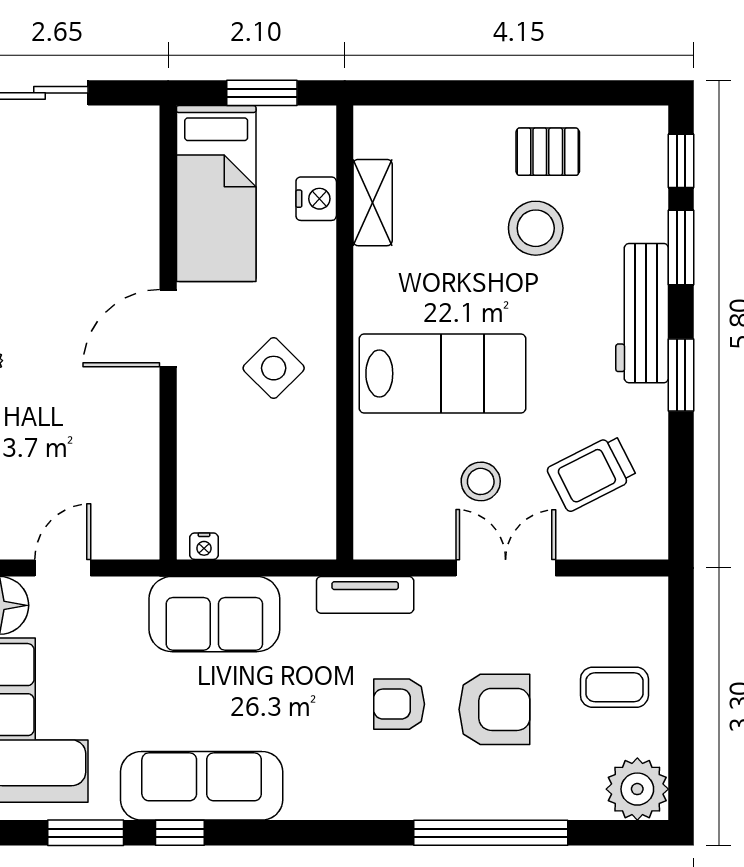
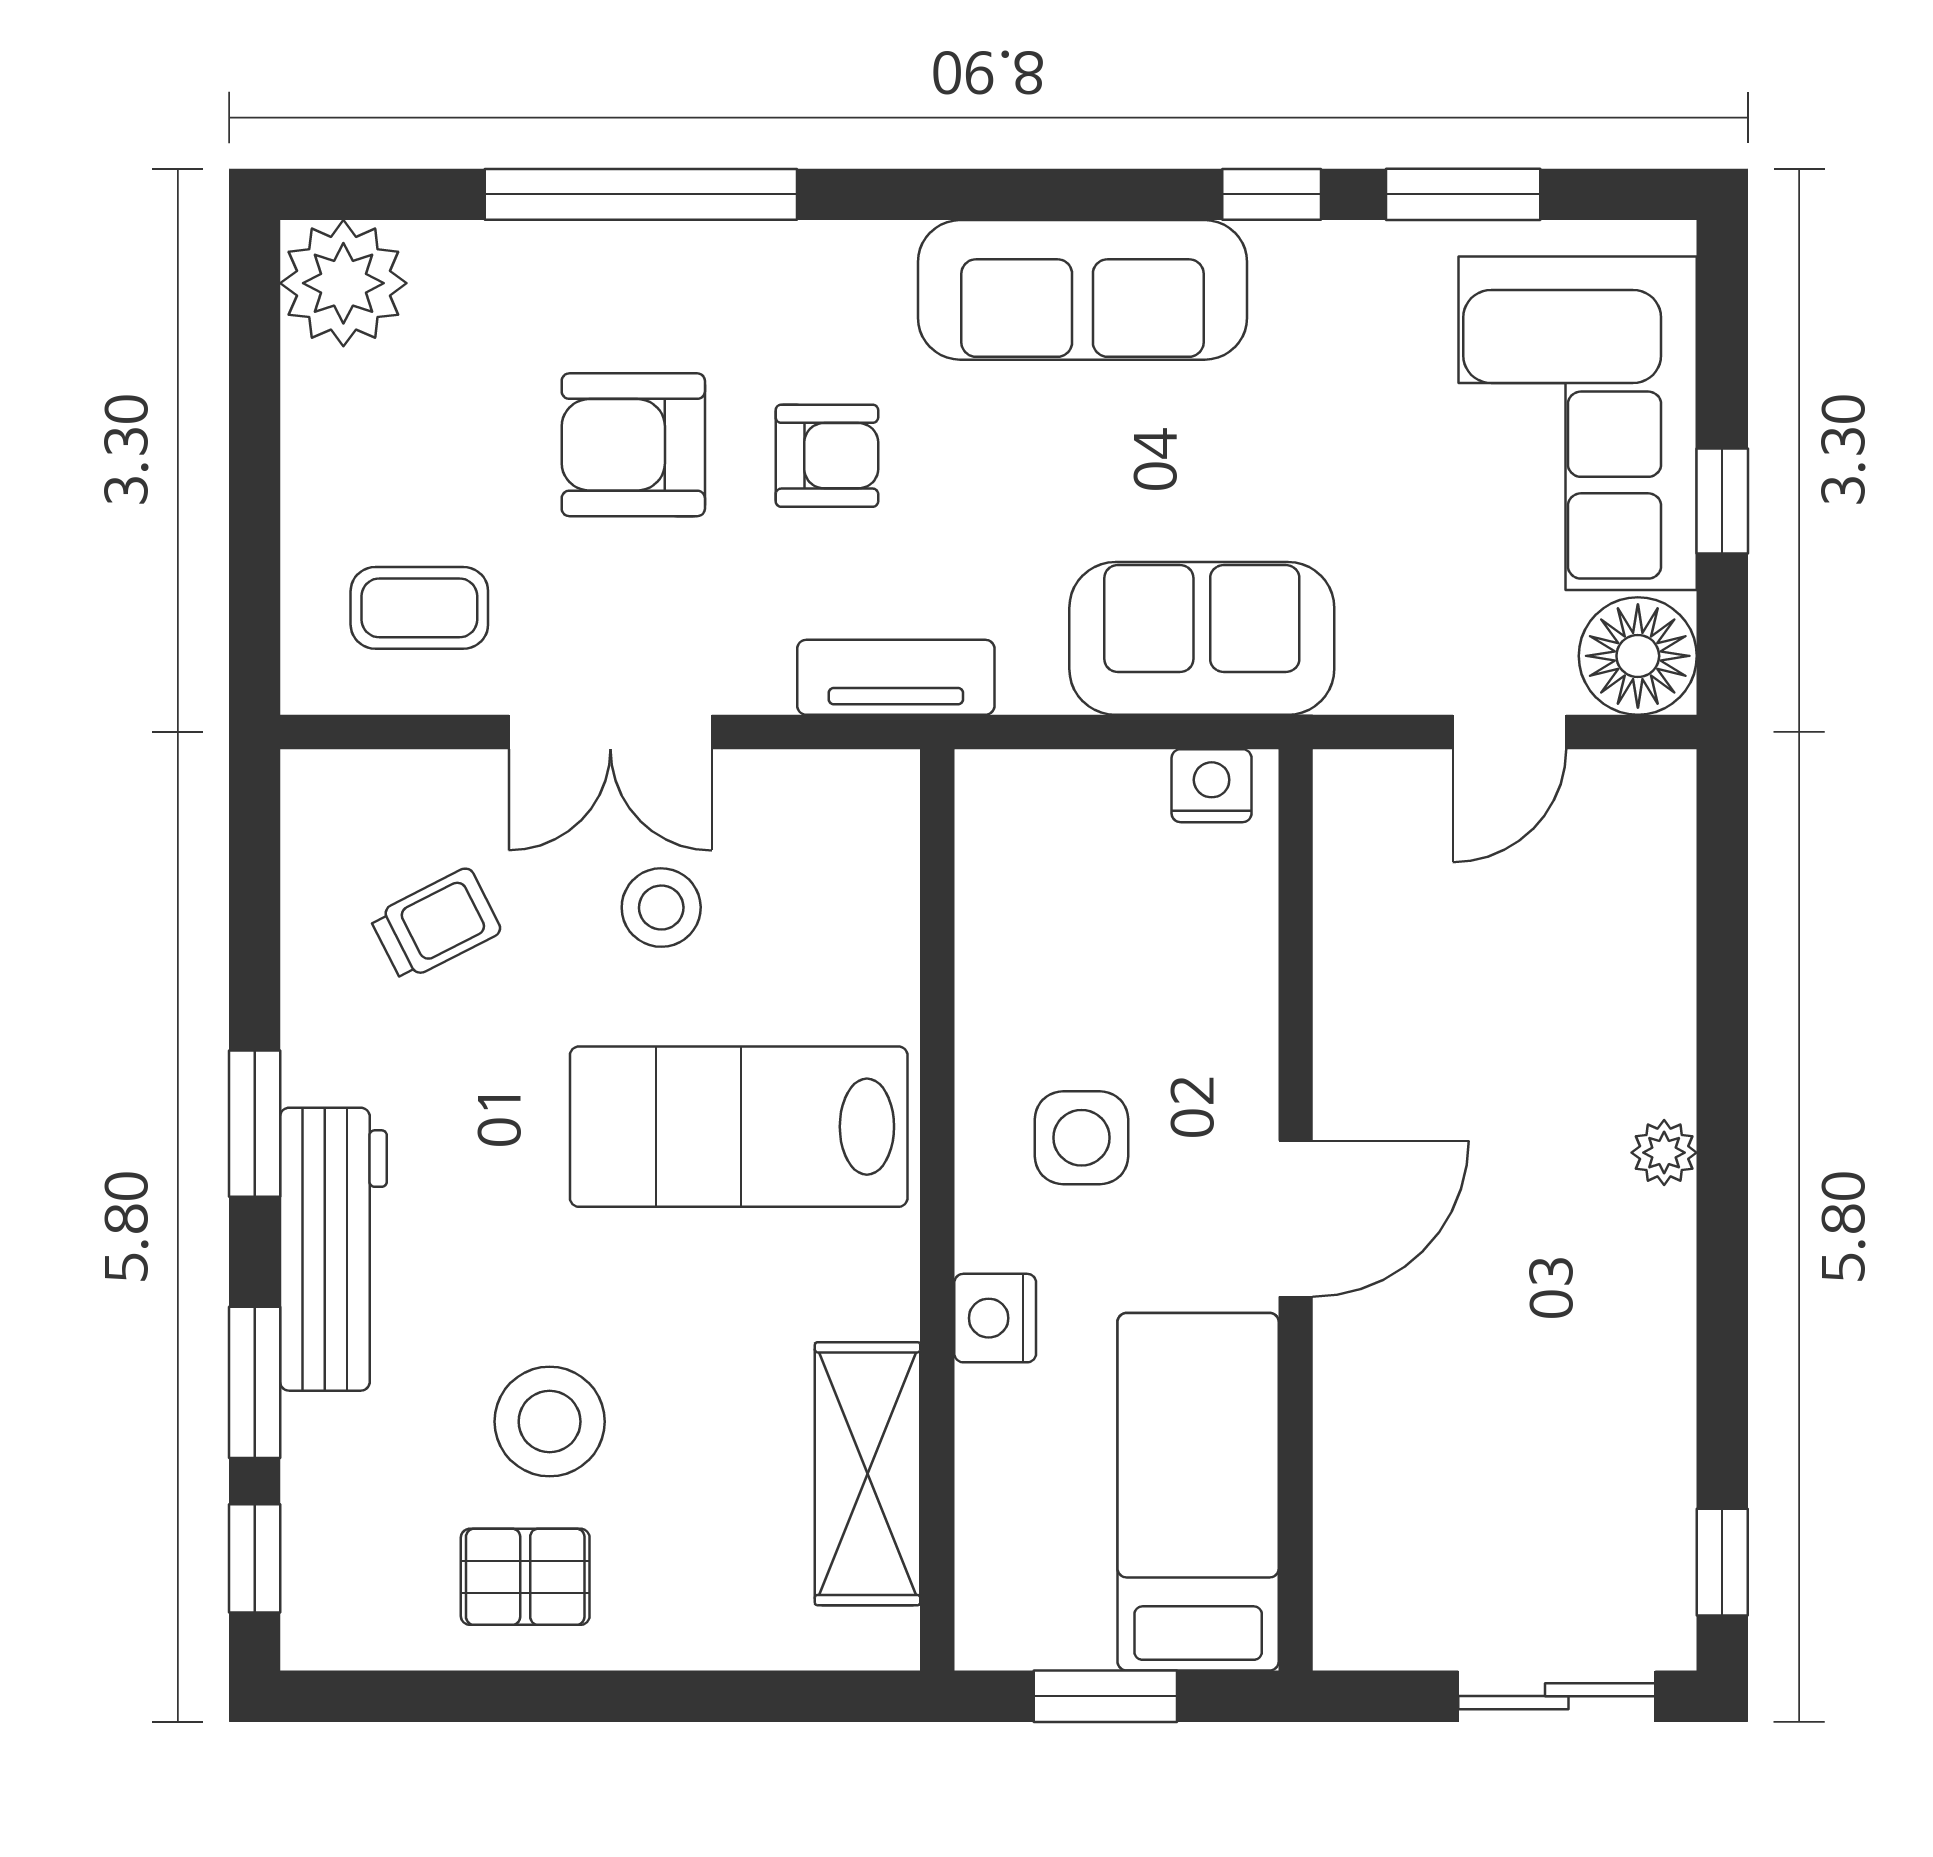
nightstand: (316, 199) -> (995, 1318), moved
shelving: (373, 203) -> (868, 1474), width x1.50, depth x1.33
side table: (274, 368) -> (1081, 1138), turned 45
trolley: (592, 473) -> (436, 924), width x0.73, depth x0.72
nightstand: (204, 546) -> (1212, 786), width x1.39, depth x1.35
coffee table: (614, 687) -> (419, 608), moved
sofa: (202, 786) -> (1082, 290), moved

